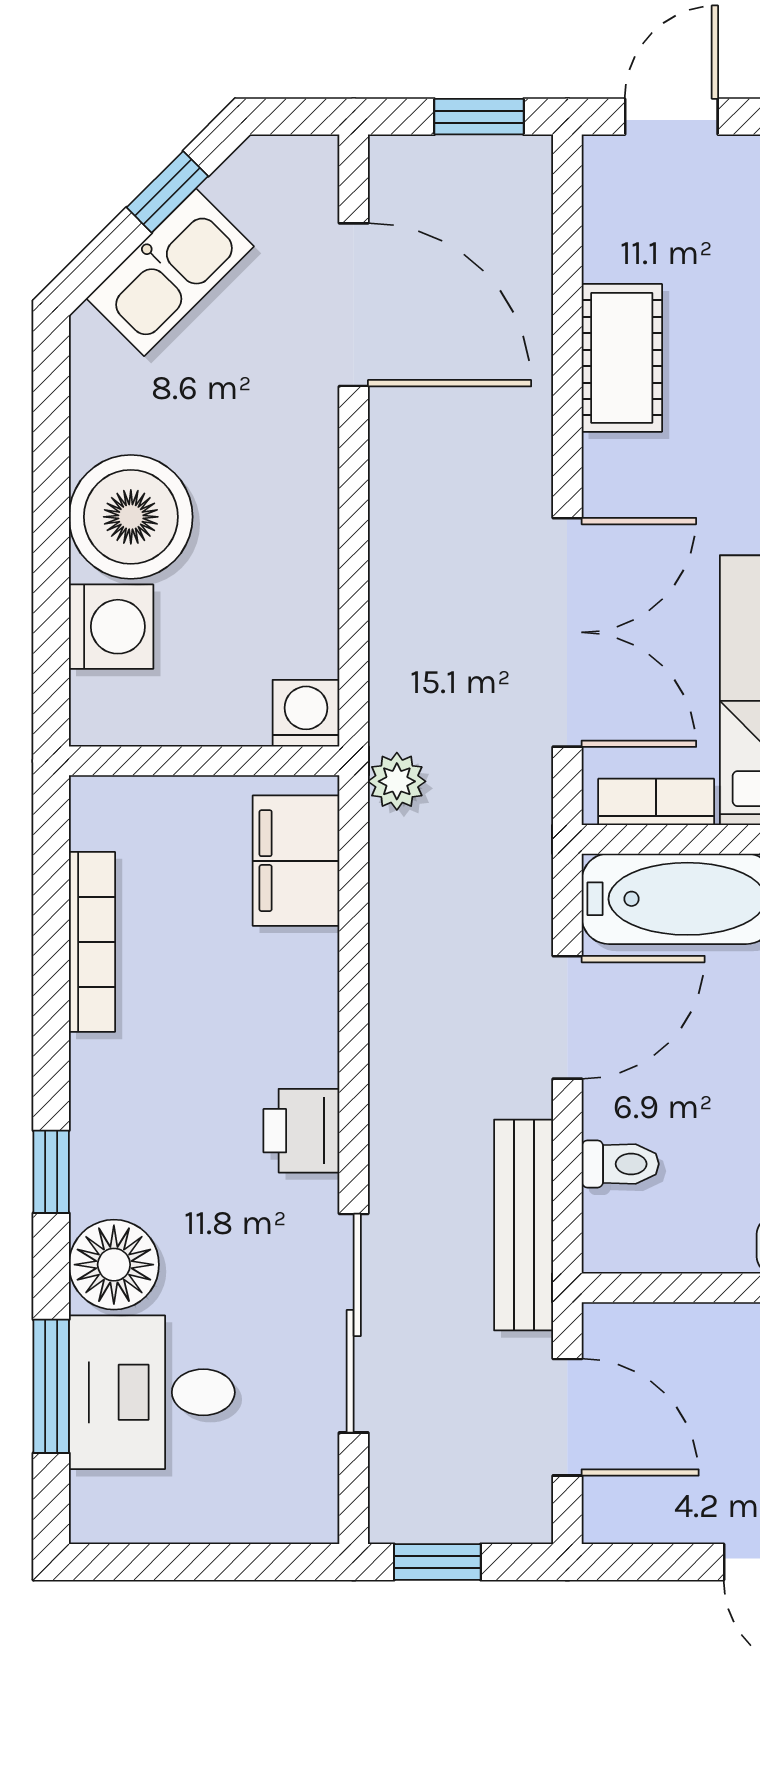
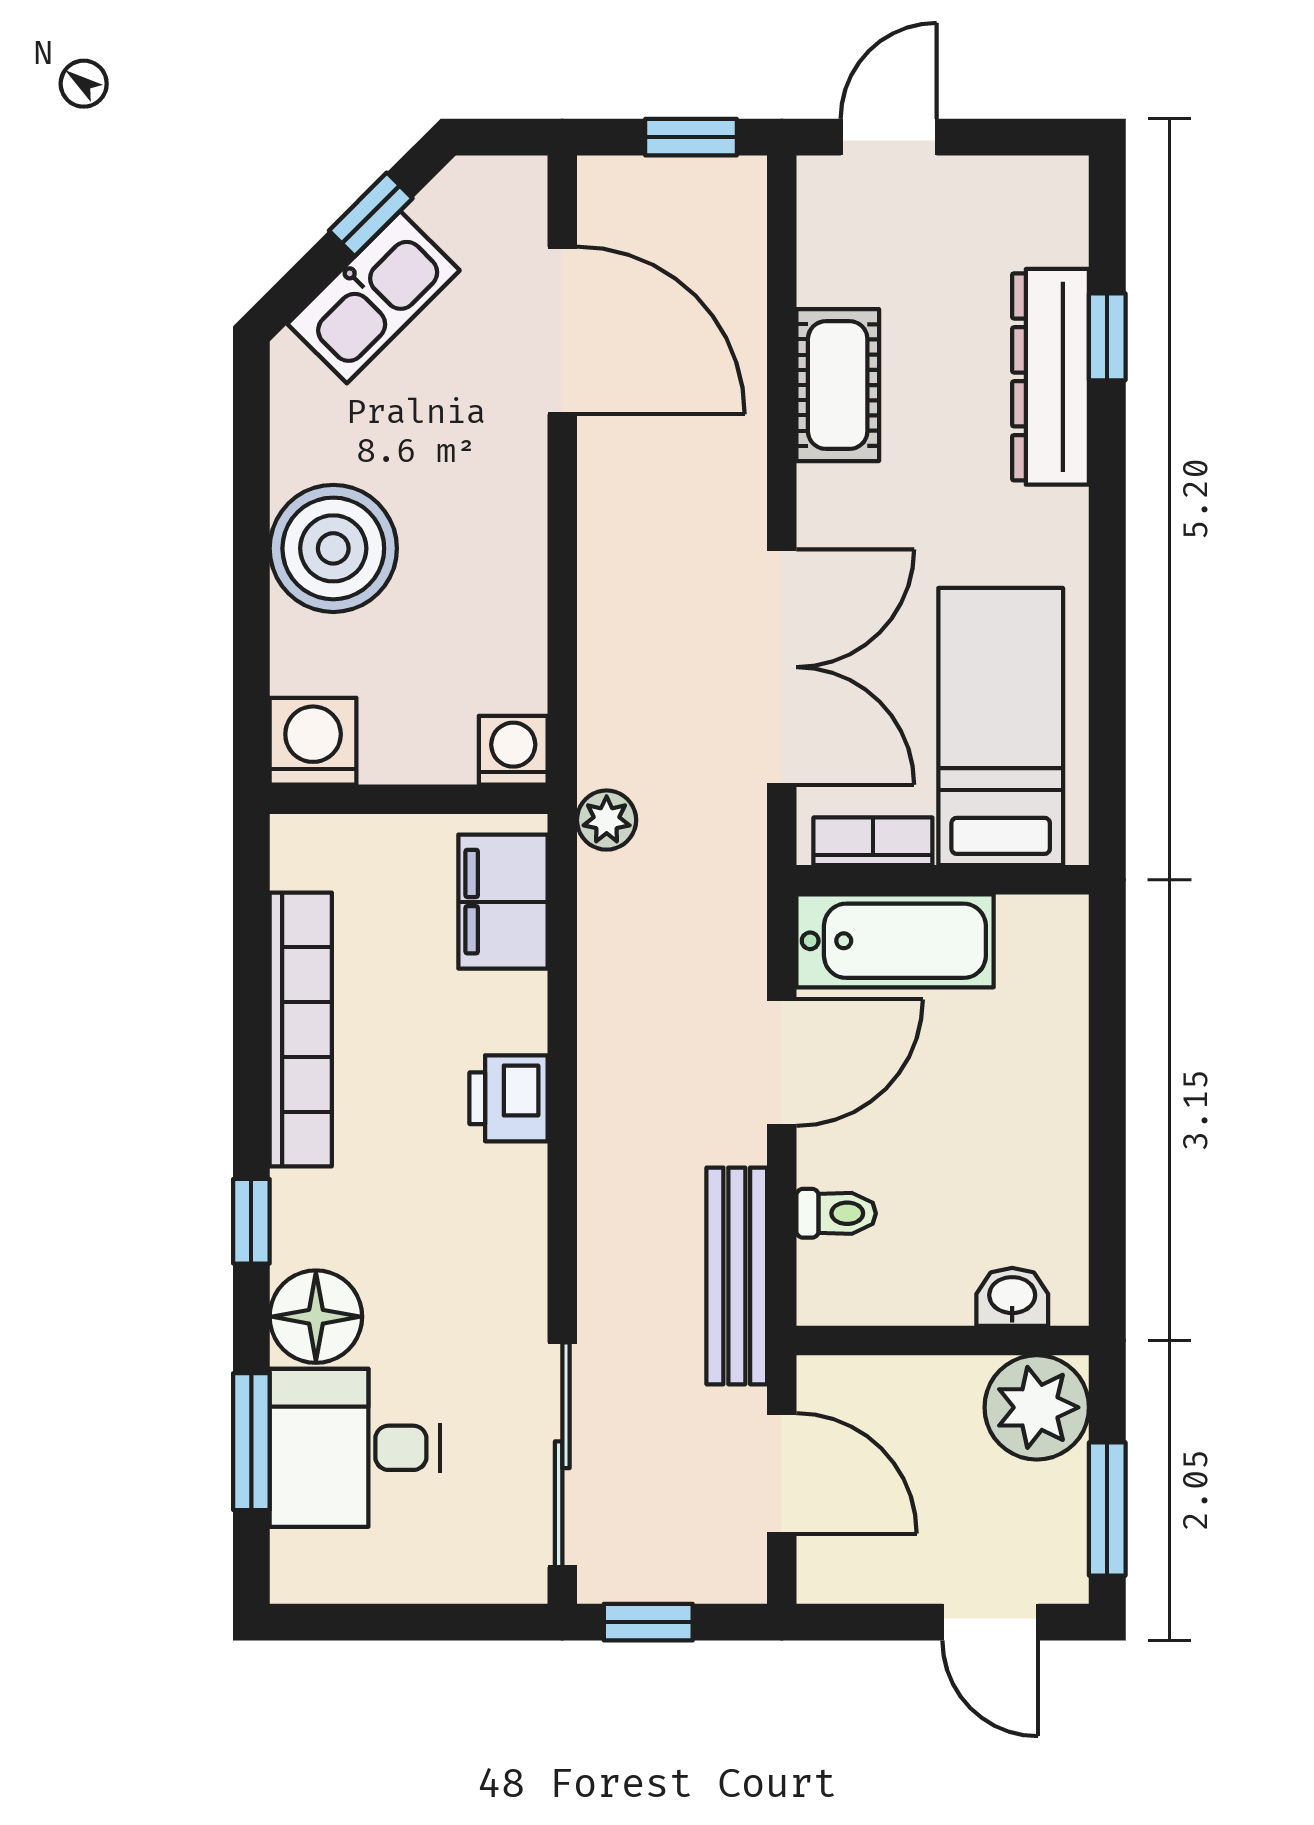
washing machine: (111, 627) -> (313, 741), moved, turned -90
bookcase: (92, 942) -> (301, 1029), width x1.48, depth x1.31
printer: (301, 1131) -> (509, 1098), moved
sliding door: (354, 1323) -> (562, 1455), moved

